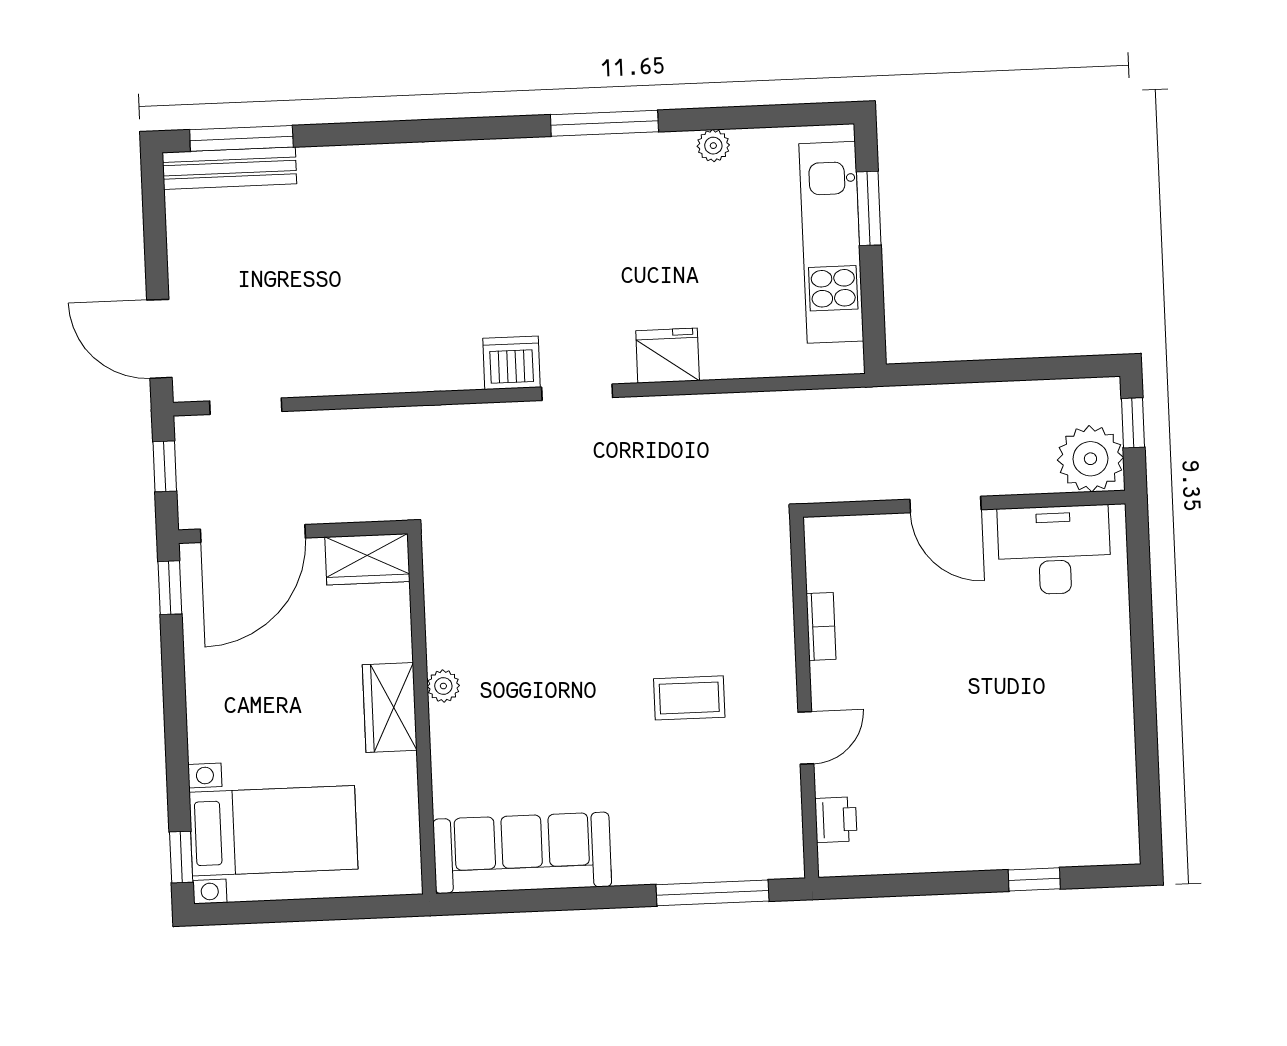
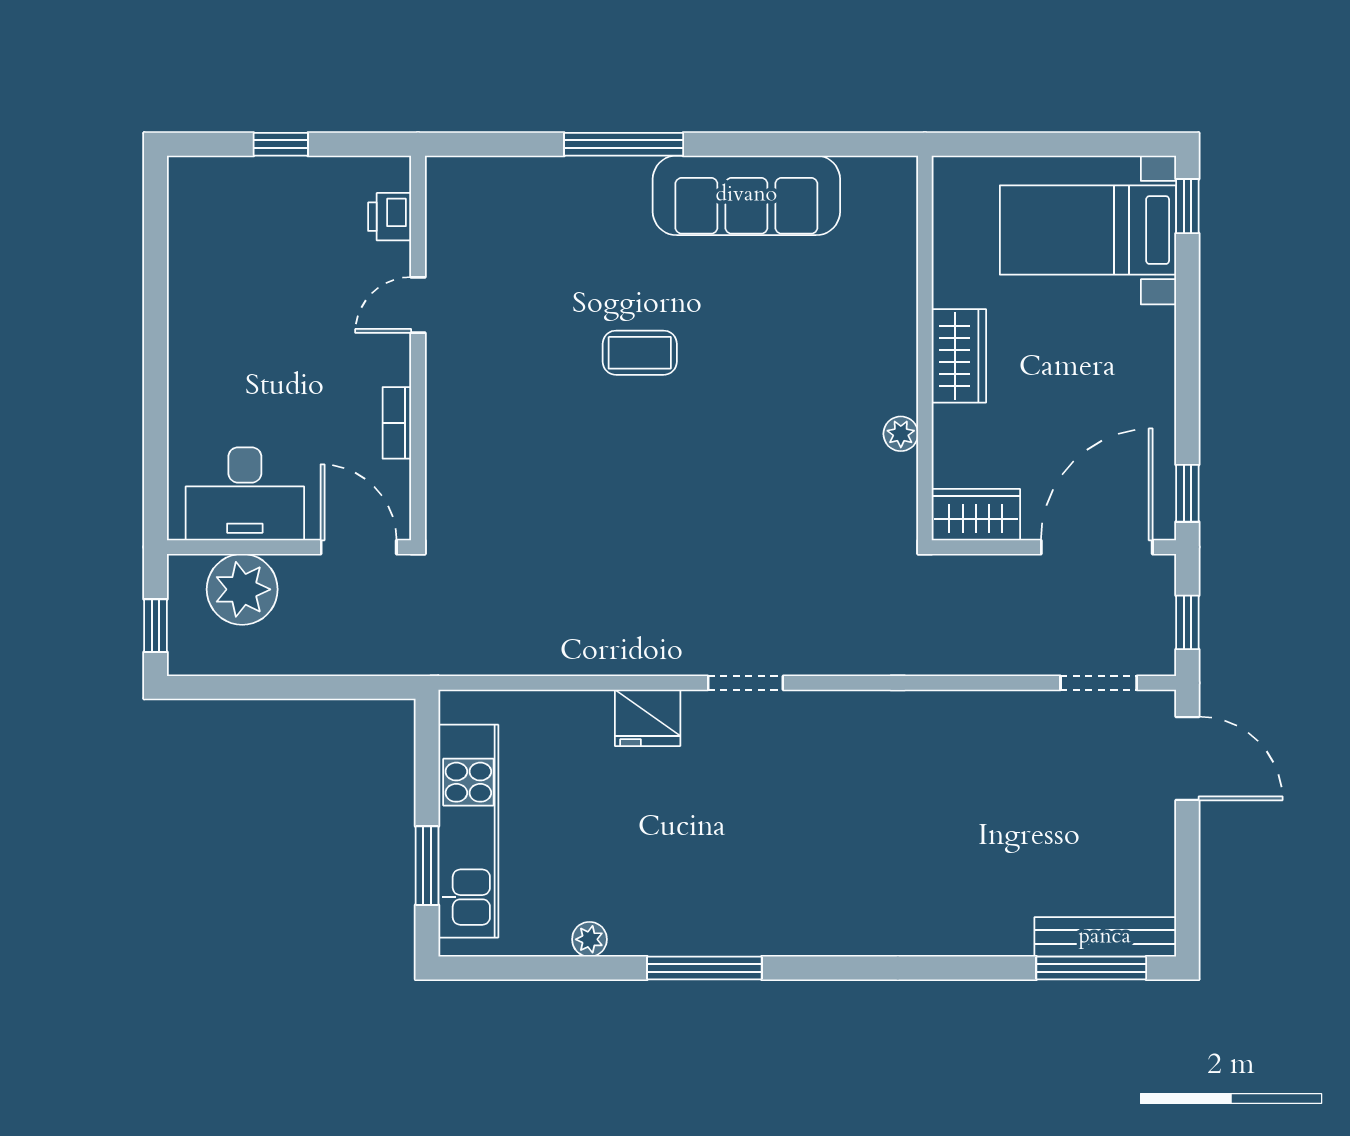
dishwasher: (511, 363) -> (814, 717), removed
plant: (1090, 459) -> (242, 589), moved
bookcase: (821, 626) -> (397, 423), moved
plant: (443, 686) -> (901, 434), moved
wall: (804, 698) -> (418, 348), moved
door: (806, 738) -> (418, 305), moved
printer: (836, 820) -> (390, 217), moved
sofa: (522, 853) -> (746, 195), moved

